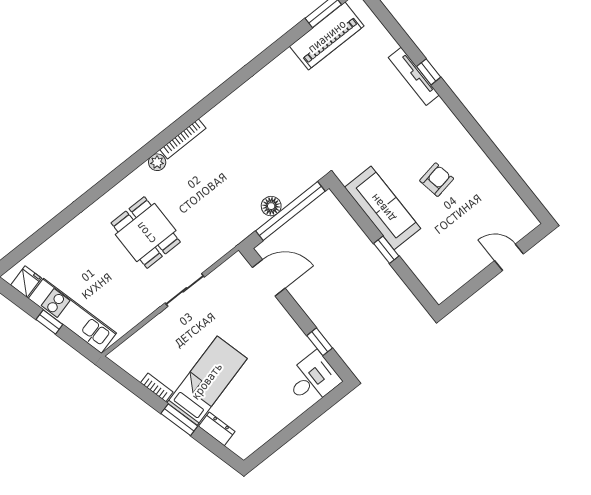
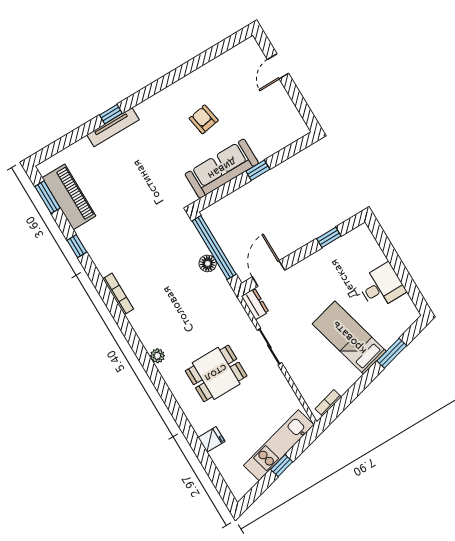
window: (271, 53) -> (77, 246), added
bookcase: (183, 139) -> (118, 294), moved
fridge: (26, 282) -> (211, 439), moved, turned 105
desk: (313, 379) -> (381, 286), moved, turned 90
bookcase: (157, 387) -> (328, 403), moved
window: (179, 420) -> (392, 353), moved
dresser: (217, 429) -> (255, 304), moved, turned 105

